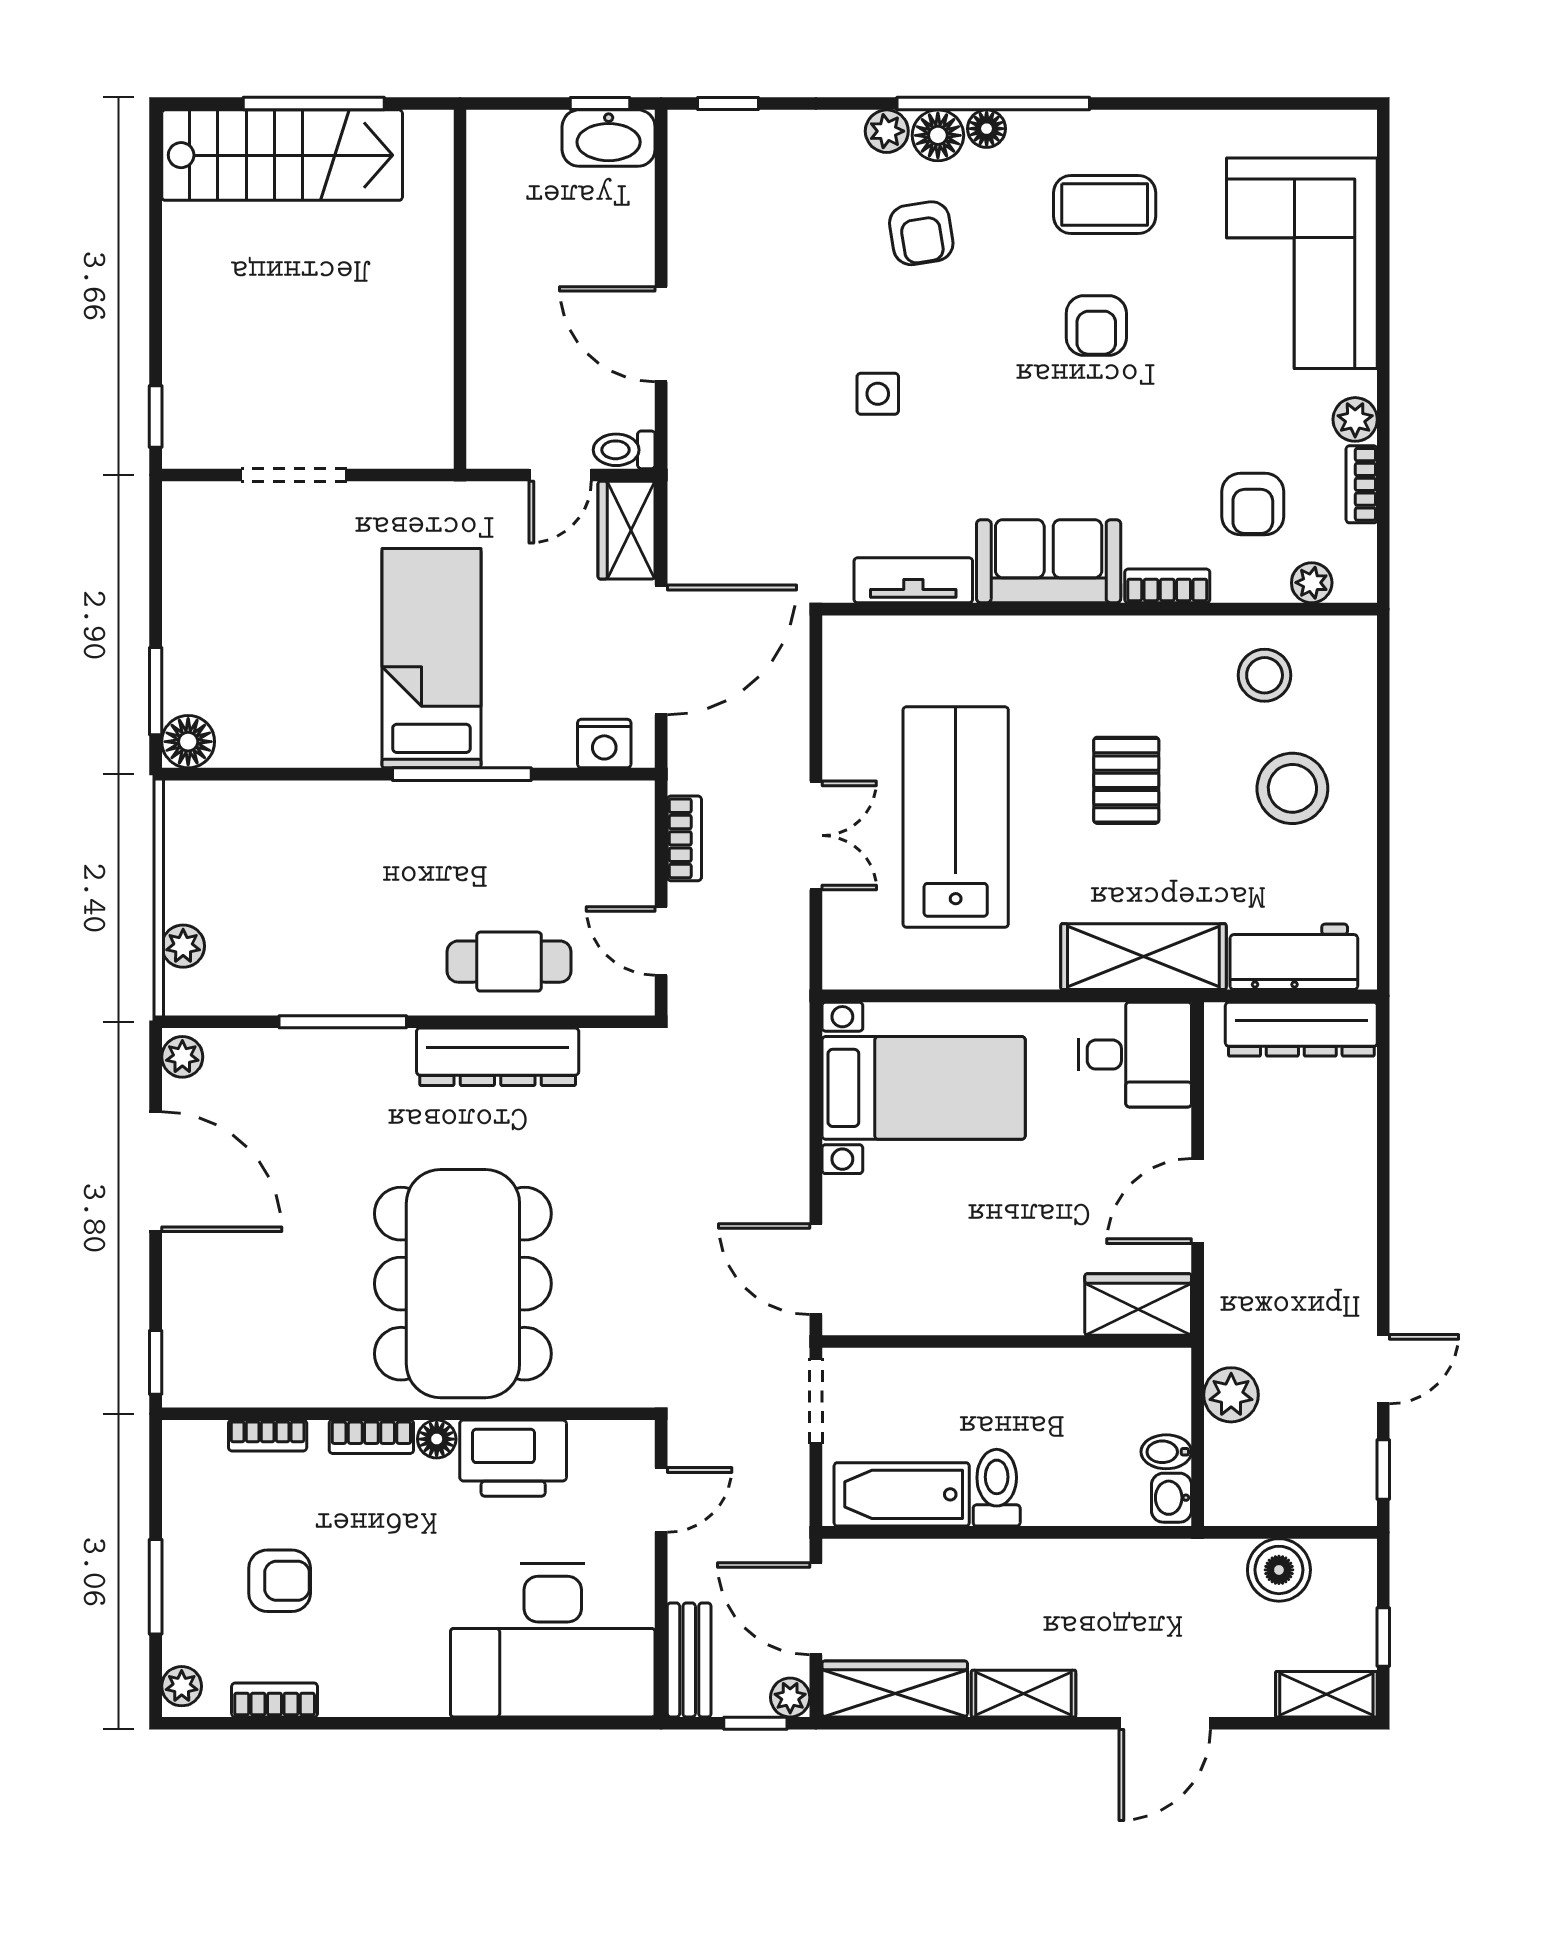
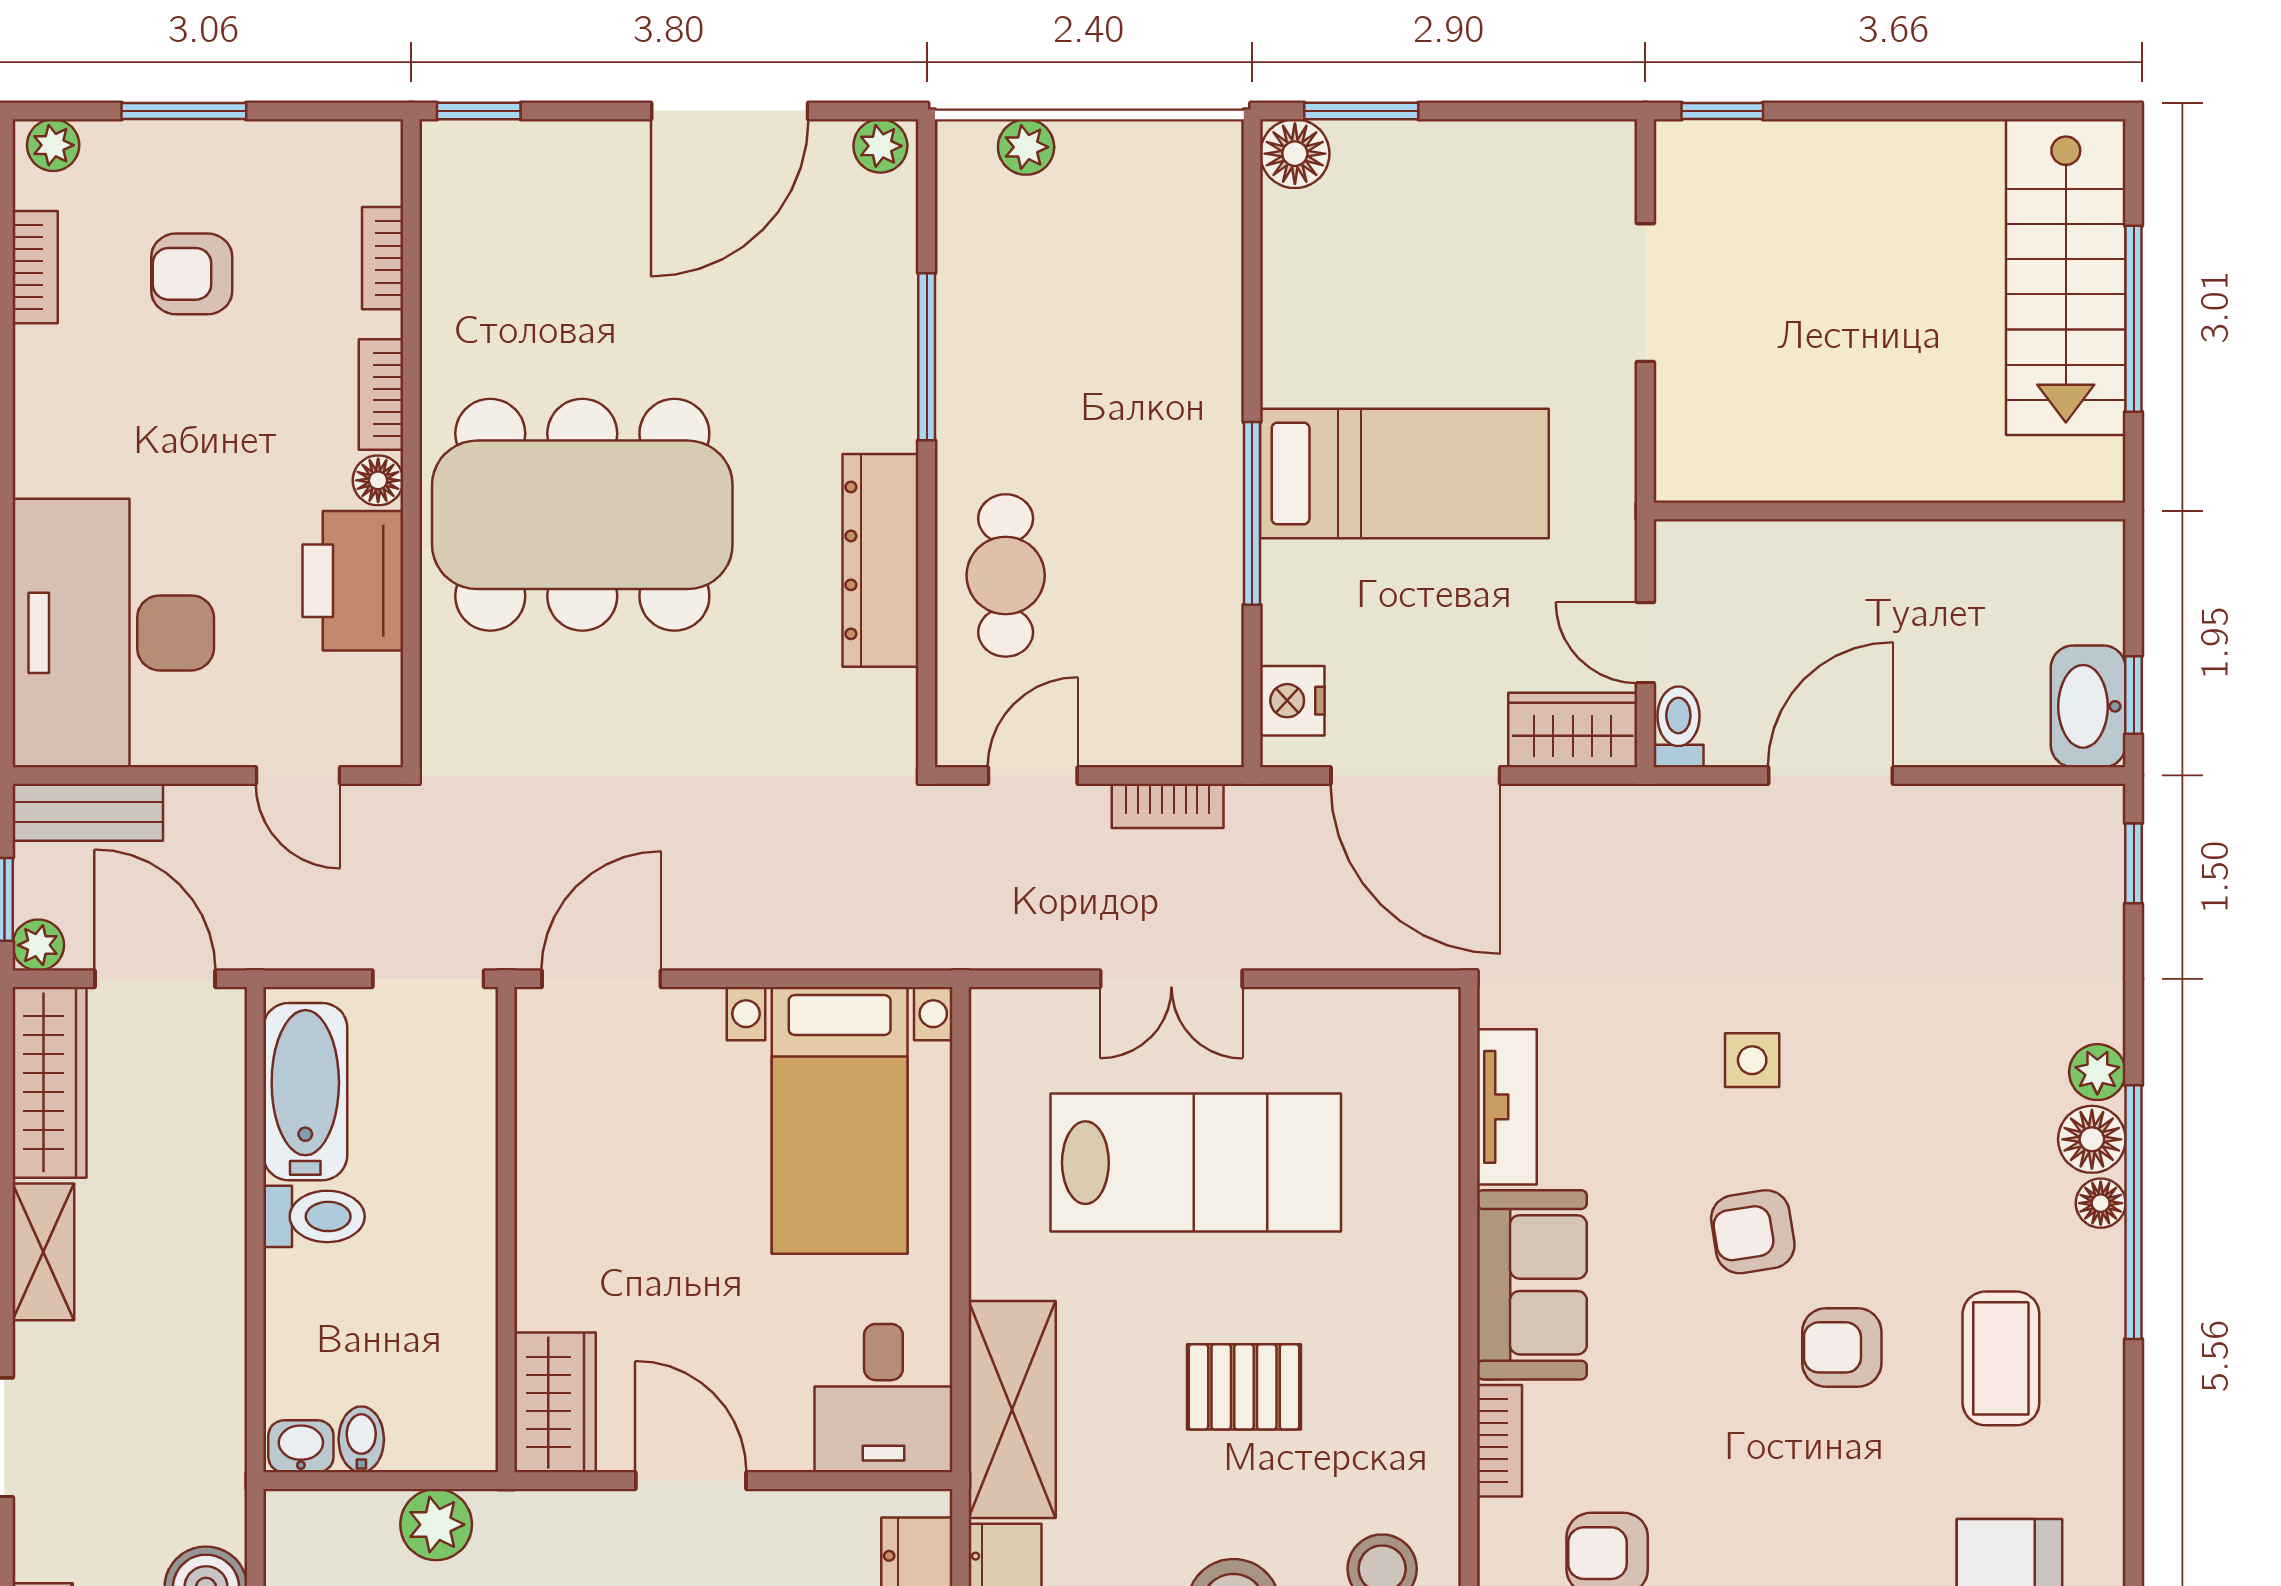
armchair: (921, 233) -> (1753, 1232), moved
armchair: (280, 1581) -> (192, 274), turned 90
door: (816, 1609) -> (155, 979), hinge flipped

